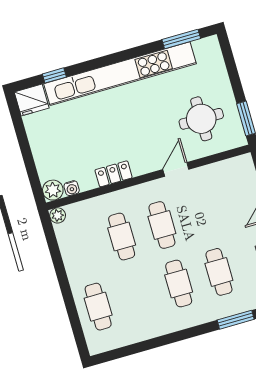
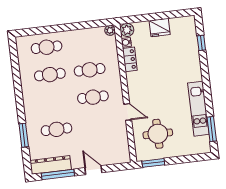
kitchen unit: (120, 74) -> (198, 109), width x0.54
fridge: (32, 100) -> (160, 28), moved, turned -90
locker: (114, 174) -> (130, 59), moved
cafe table: (179, 283) -> (50, 75), moved

